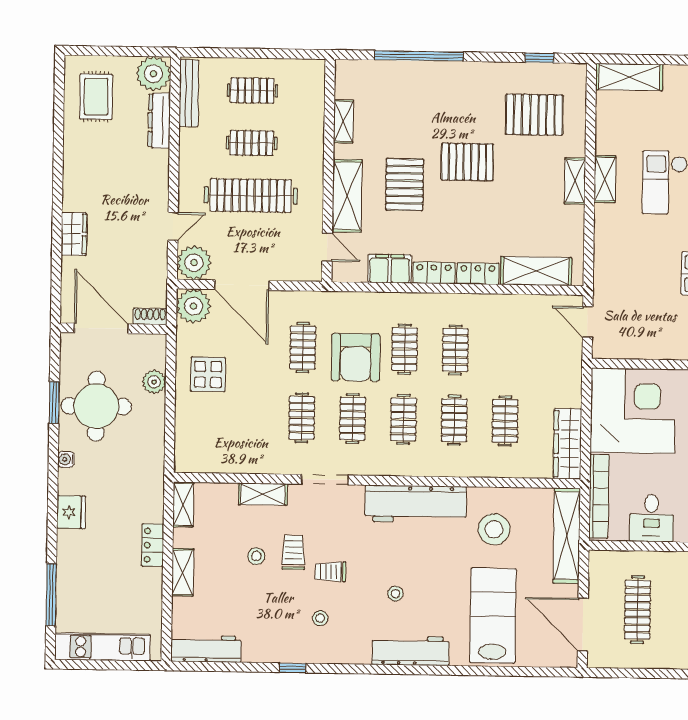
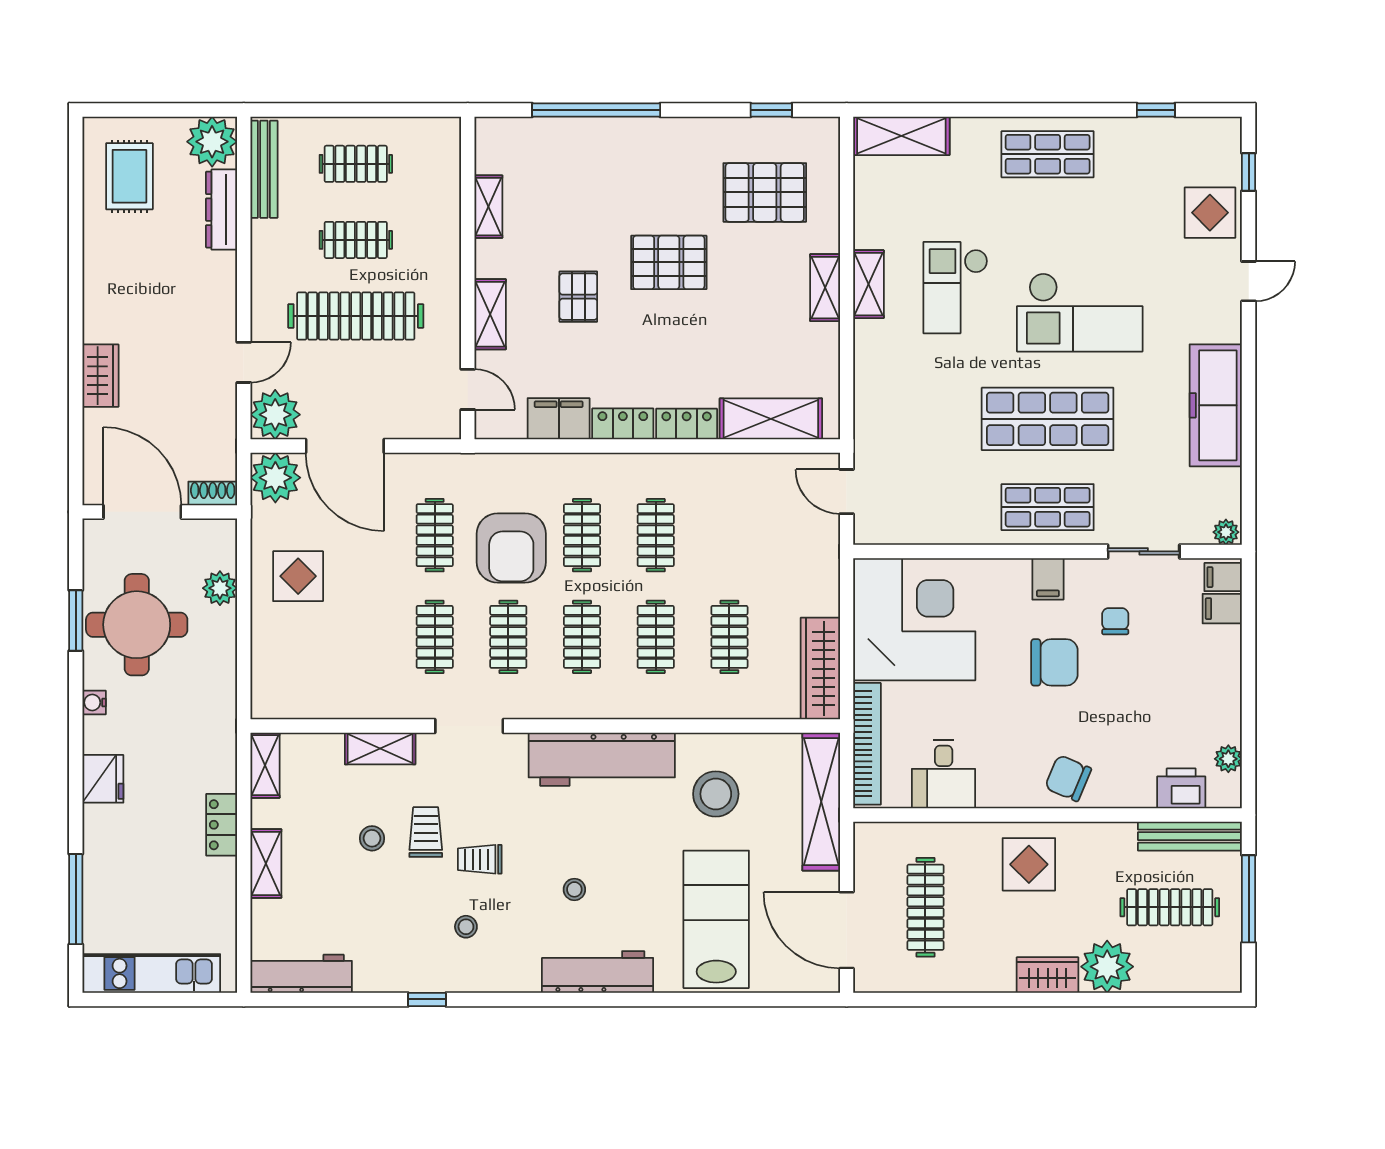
pallet: (405, 185) -> (578, 297), width x0.67, depth x0.71
shelving: (347, 196) -> (490, 314), width x0.67, depth x0.75

